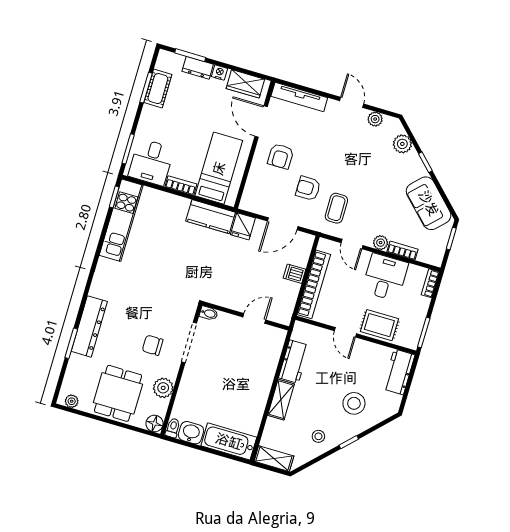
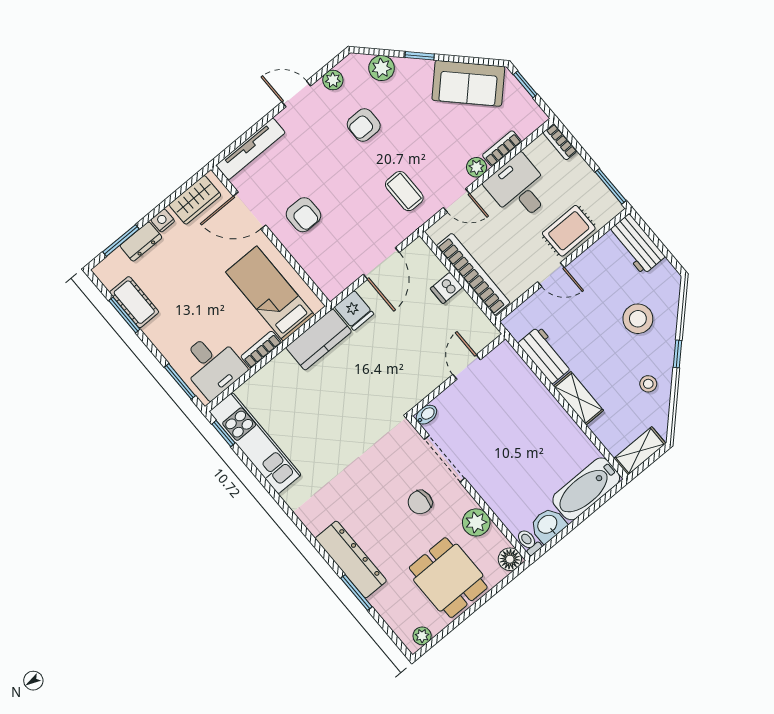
armchair: (308, 188) -> (364, 125), moved

